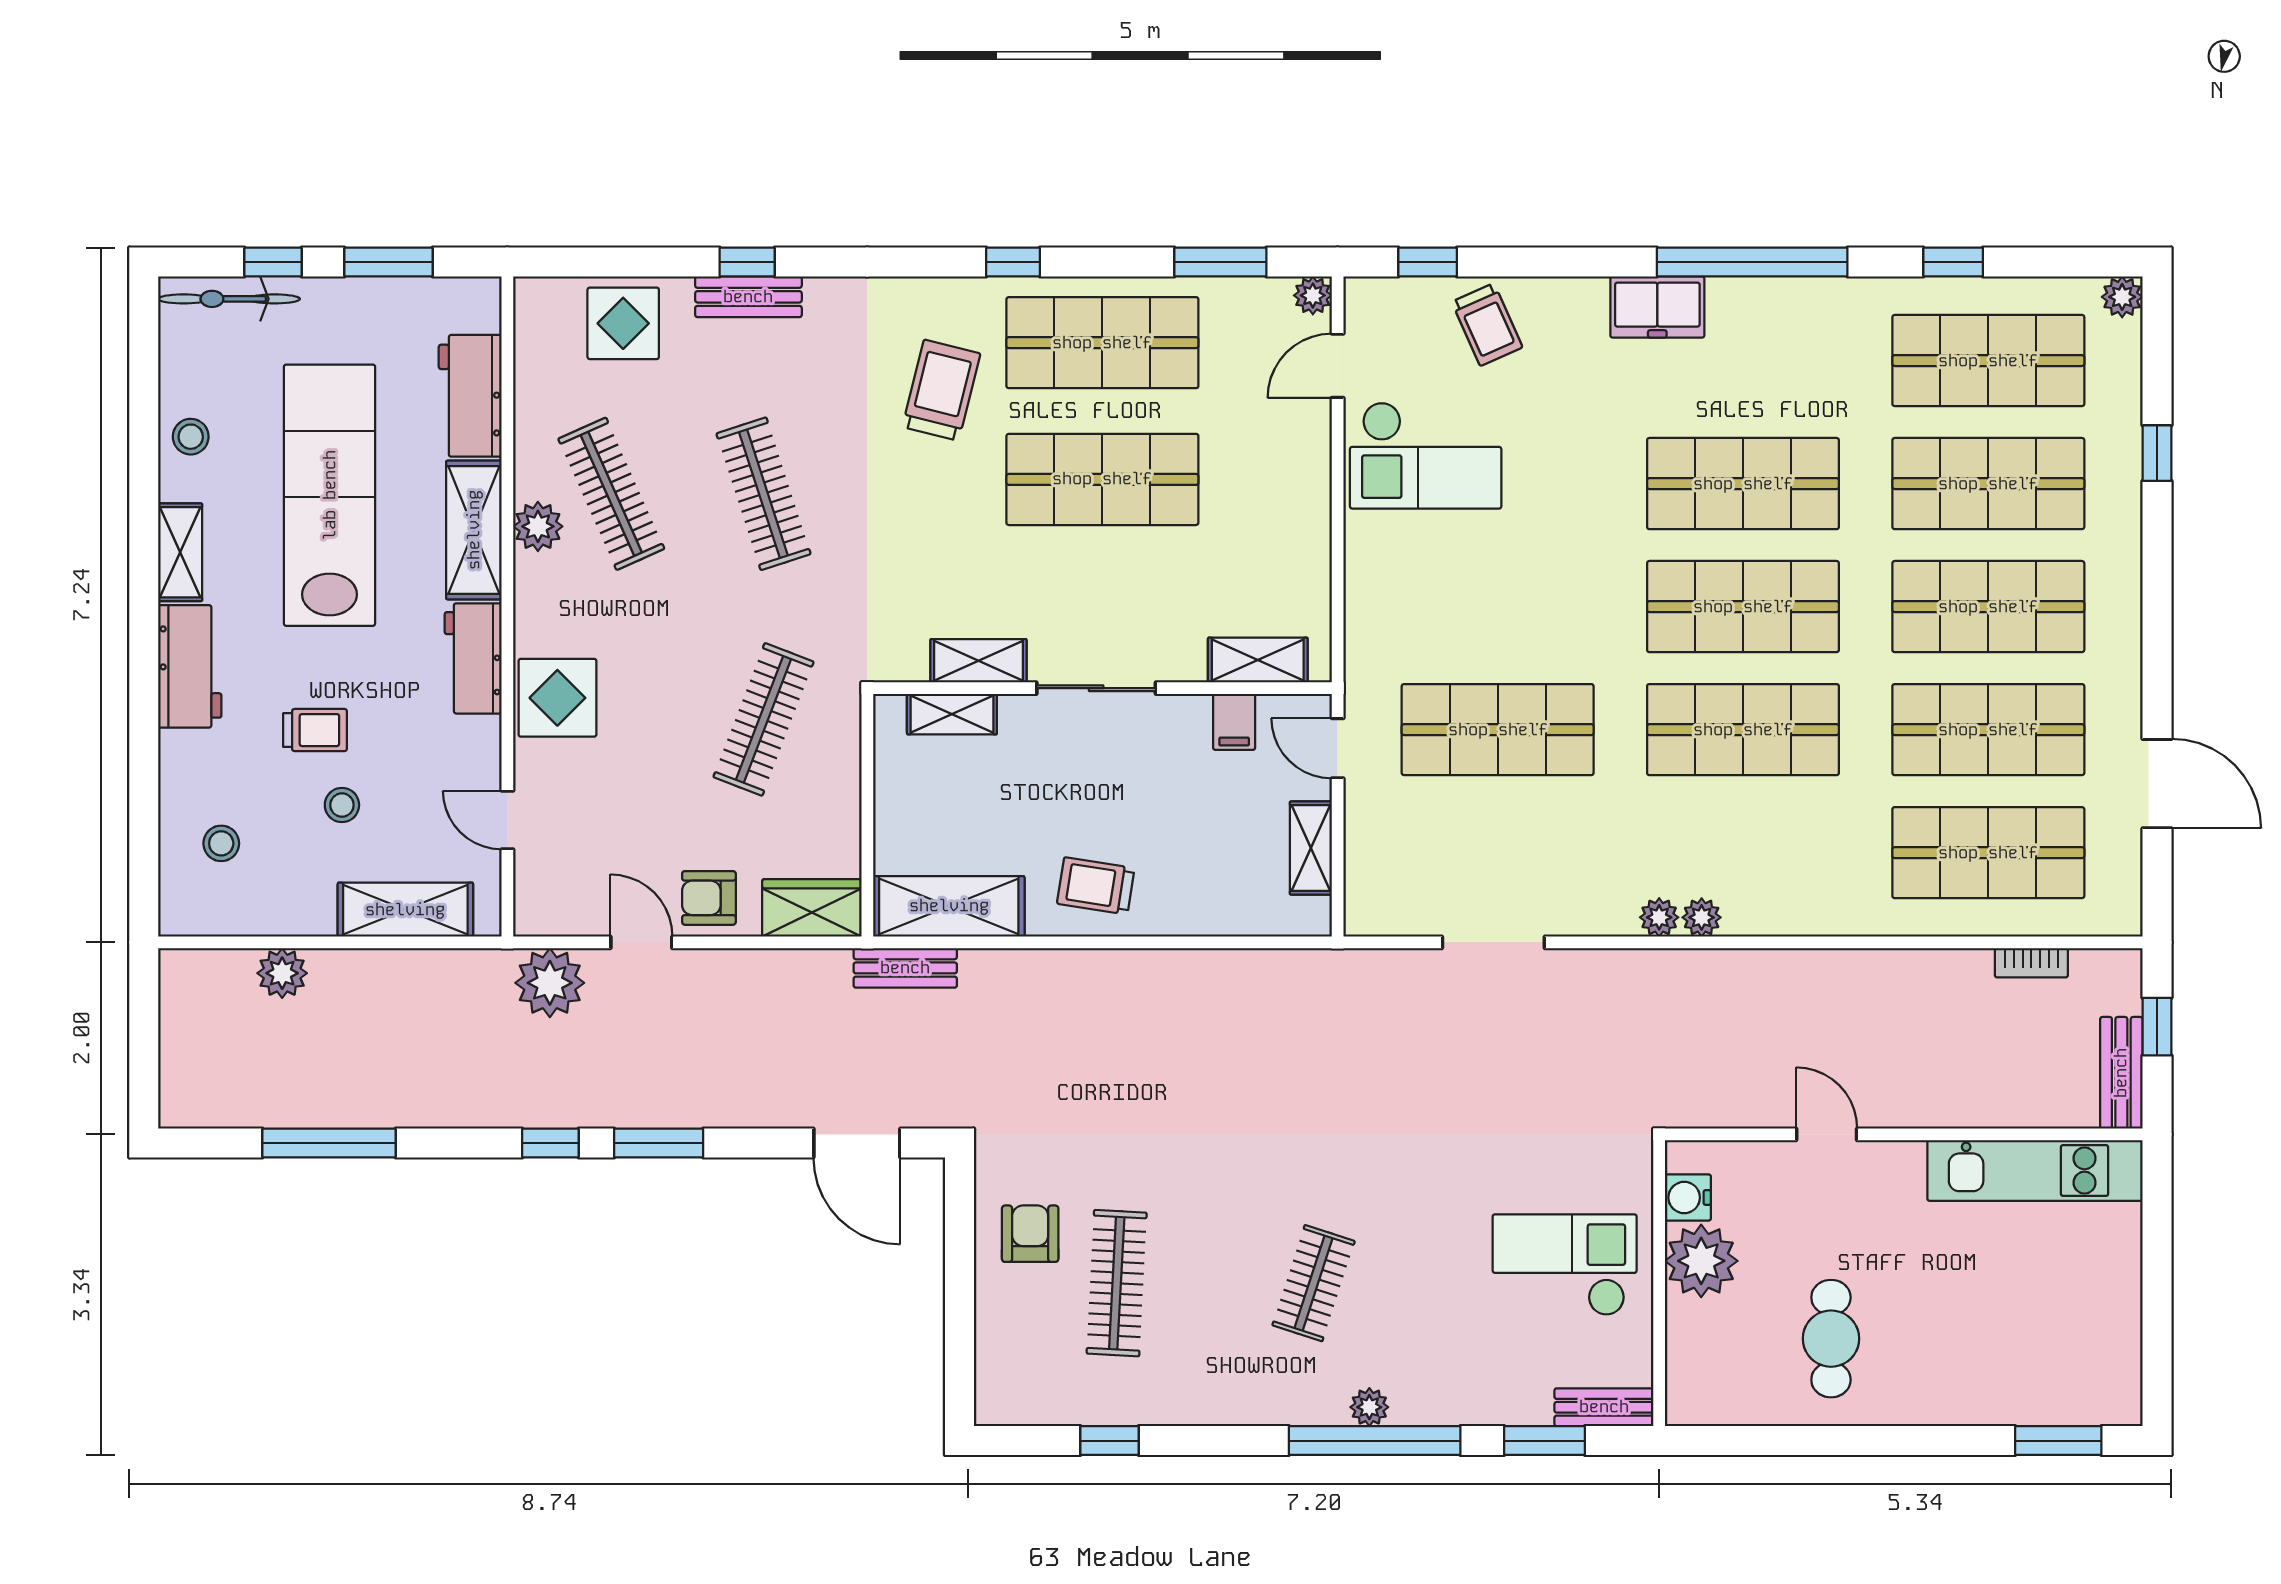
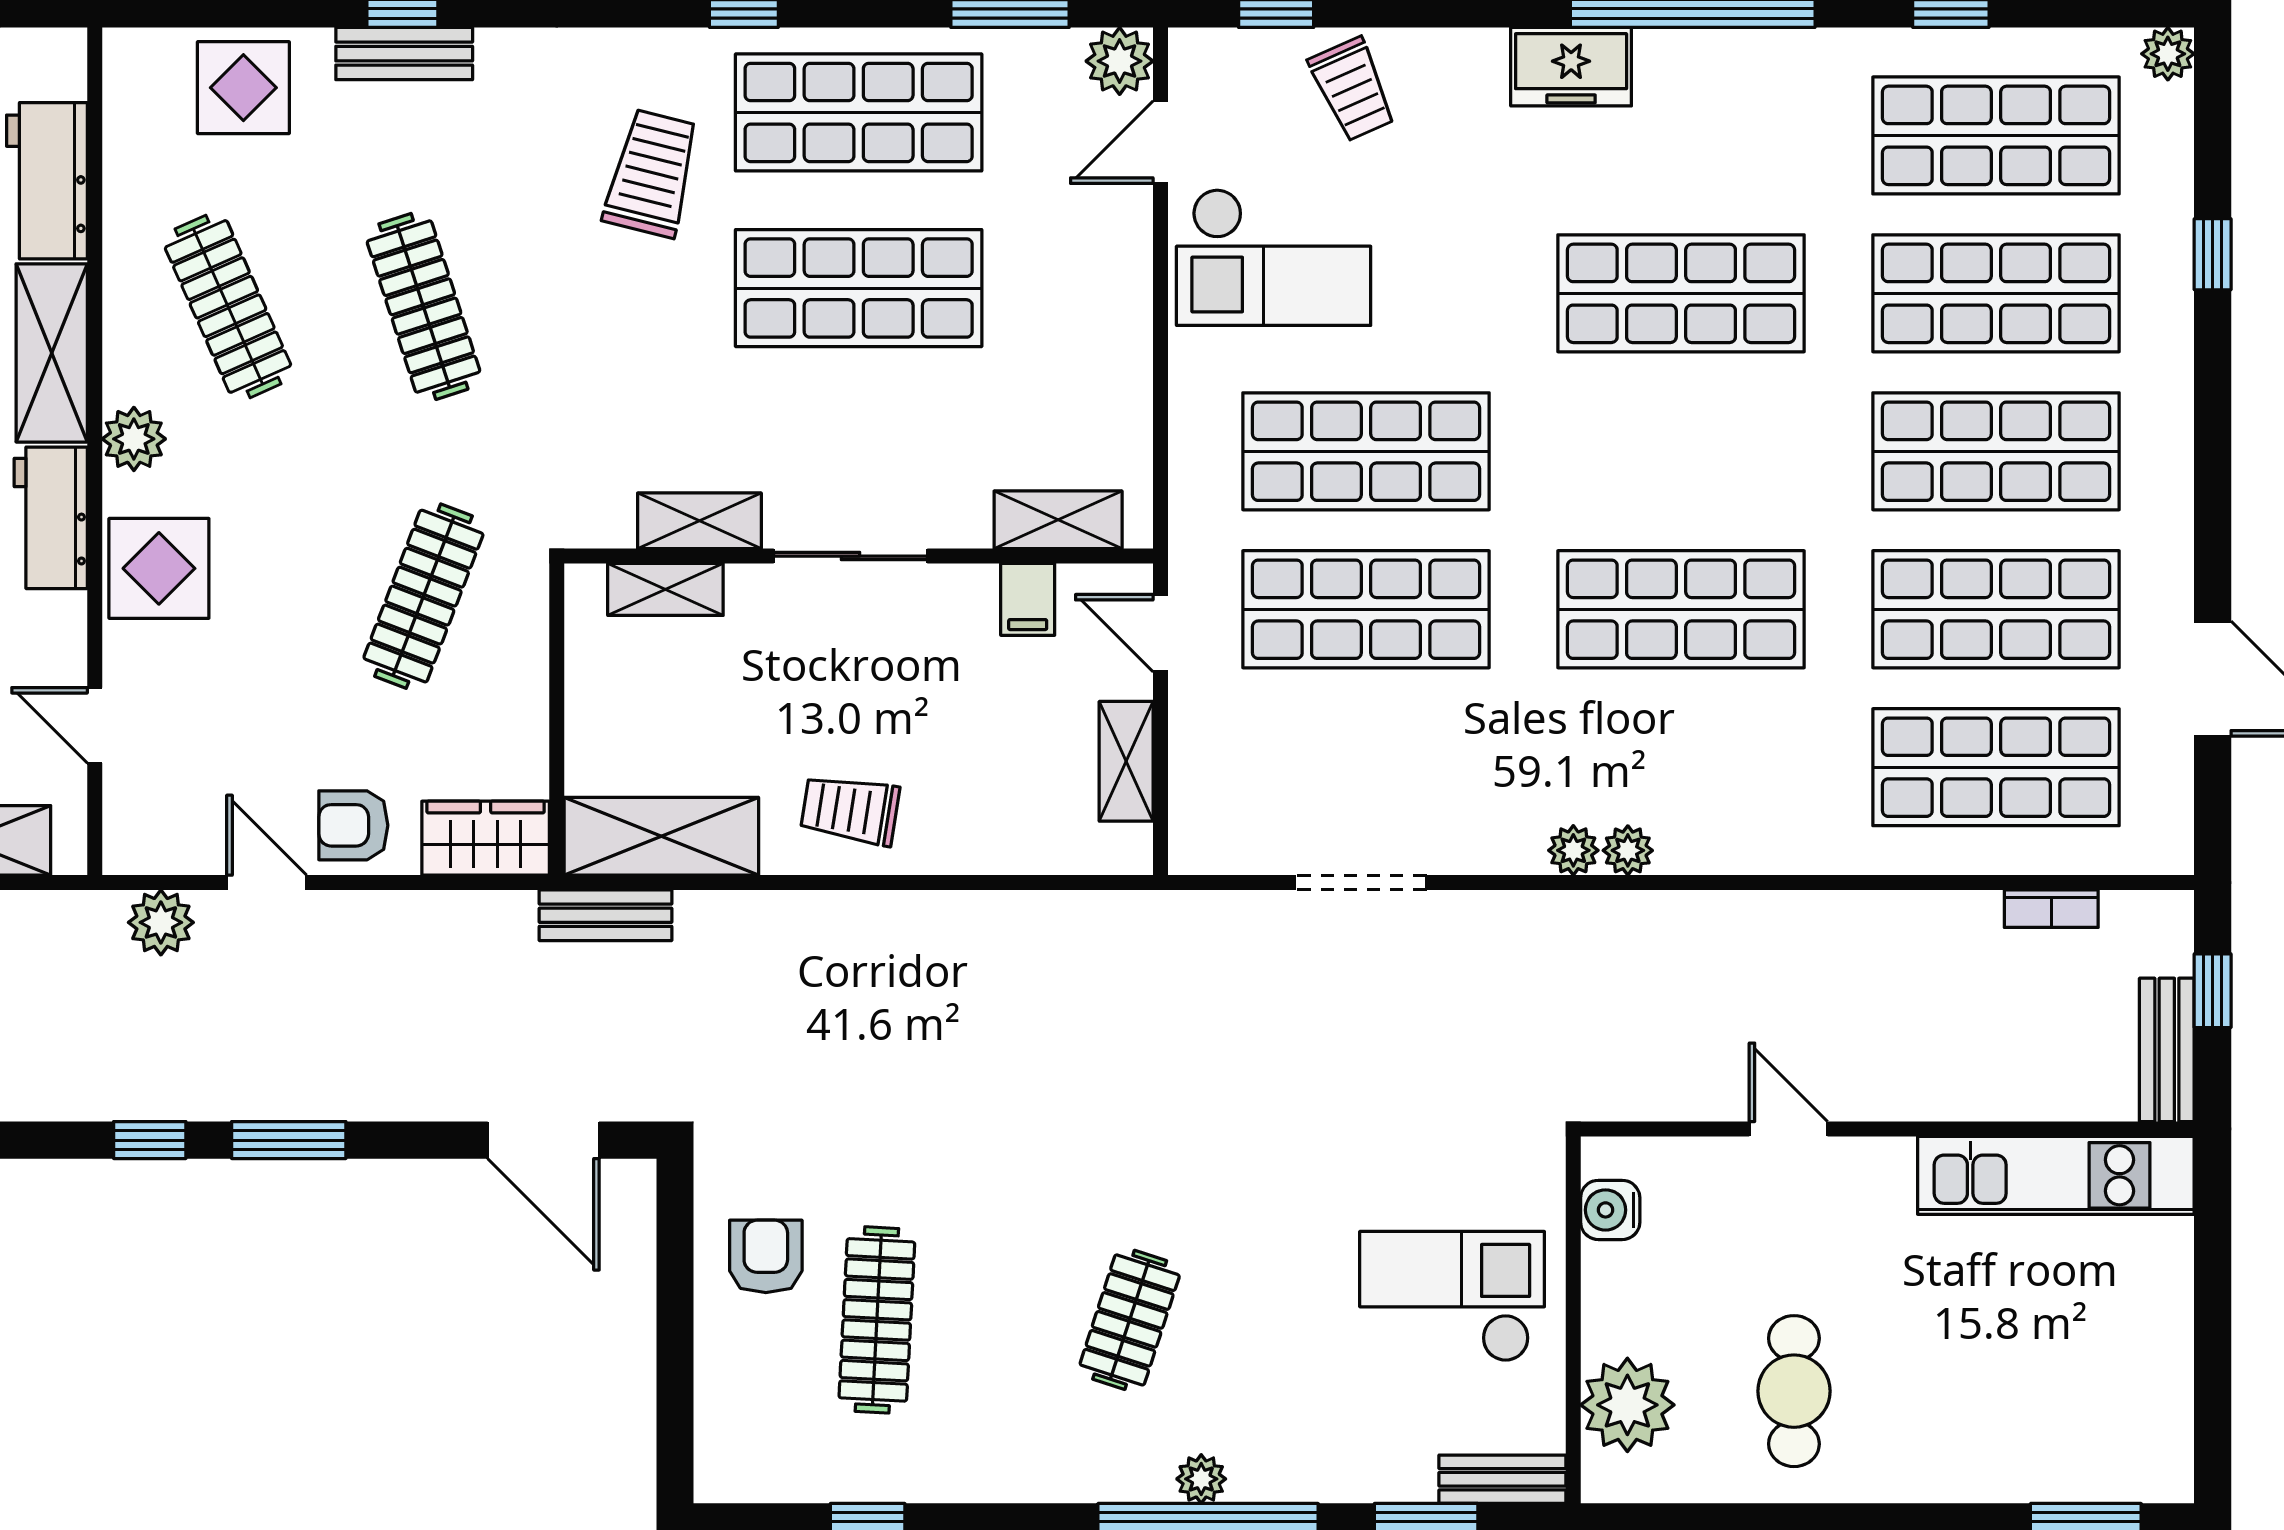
plant: (1313, 295) -> (1120, 61), width x1.38, depth x1.38
plant: (538, 526) -> (134, 439), moved
shop shelf: (1743, 607) -> (1366, 451), moved
plant: (550, 983) -> (161, 922), width x0.73, depth x0.73
plant: (1701, 1261) -> (1627, 1405), moved

